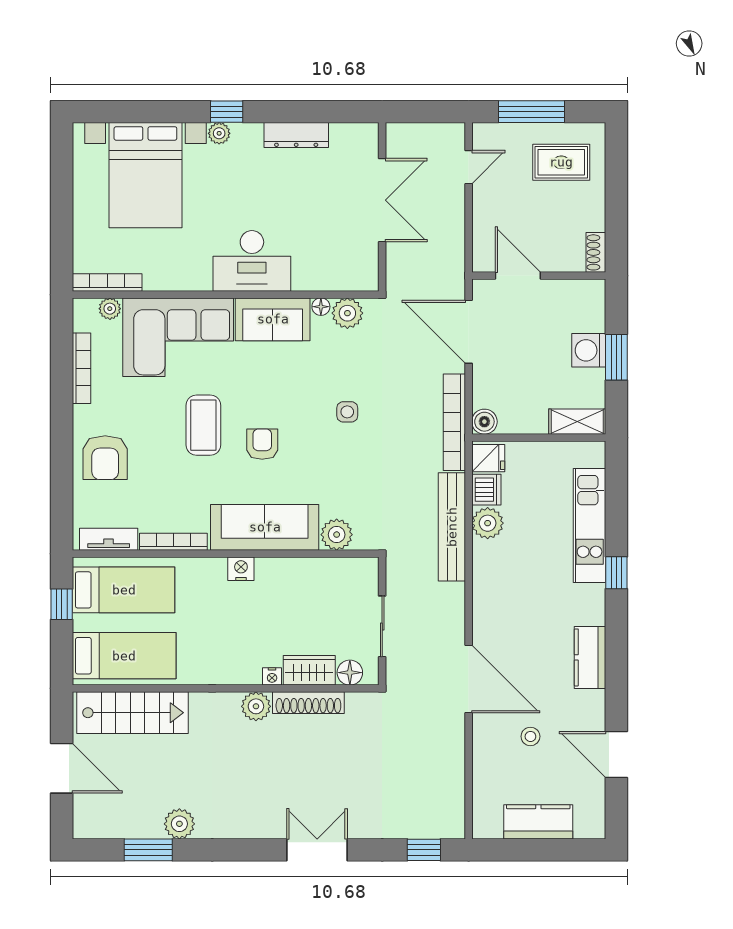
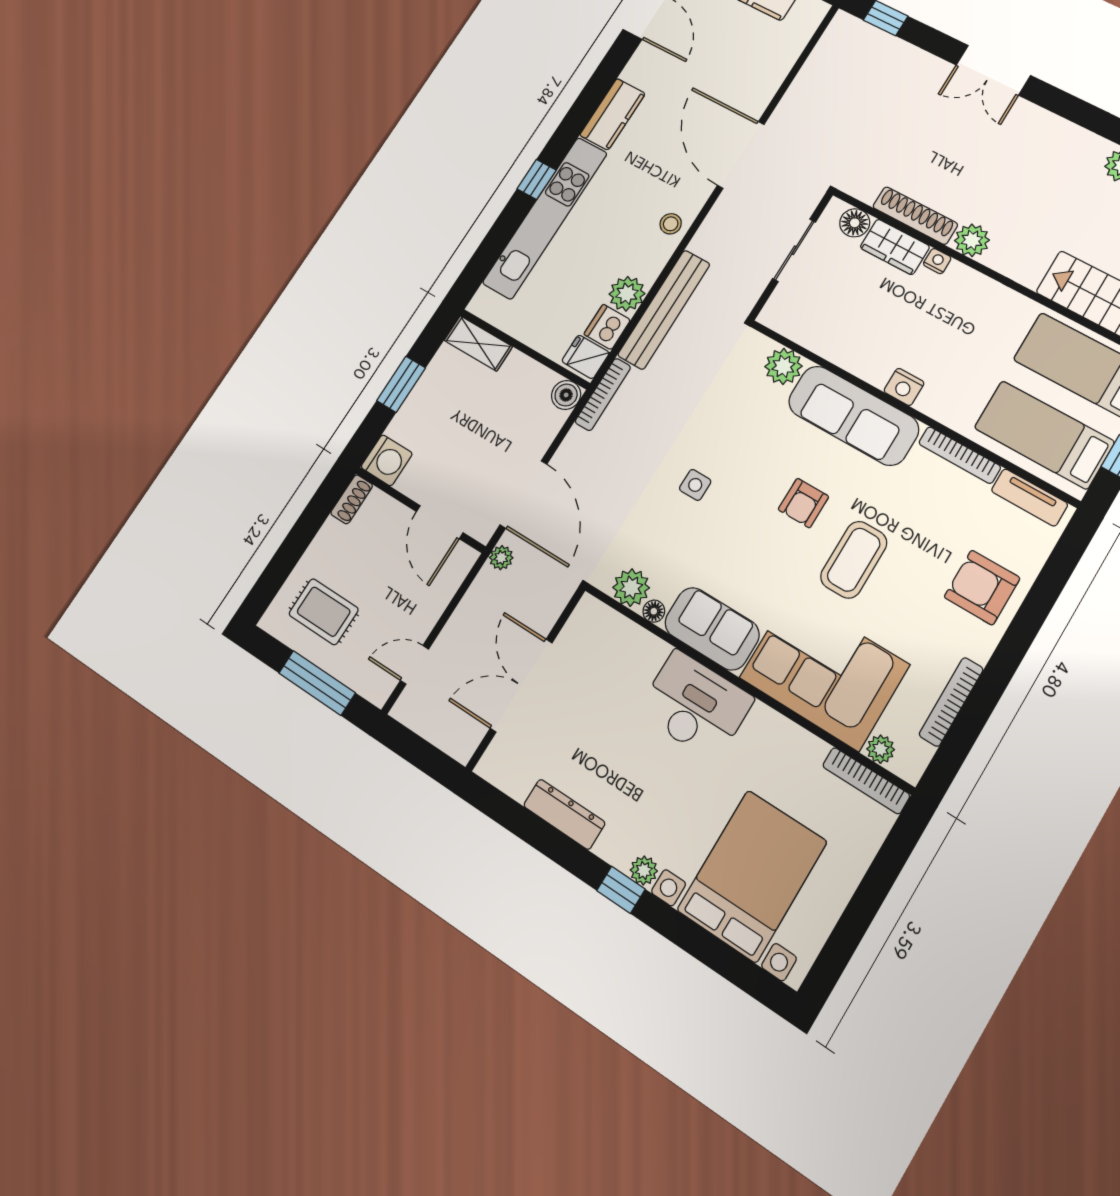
plant: (455, 278) -> (501, 558), added
washing machine: (589, 350) -> (387, 460), moved
bookcase: (454, 422) -> (603, 394), width x0.68, depth x0.76
armchair: (105, 458) -> (982, 587), turned -90
kitchen unit: (590, 526) -> (545, 218), width x1.36
stool: (530, 736) -> (671, 224), moved

